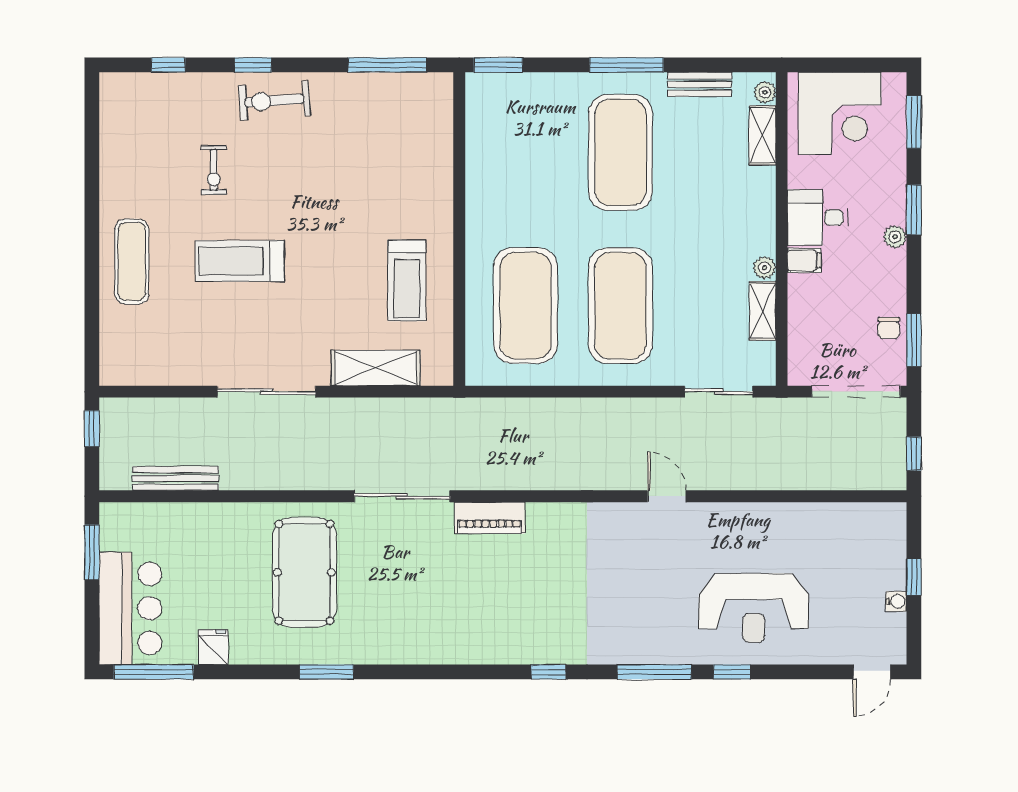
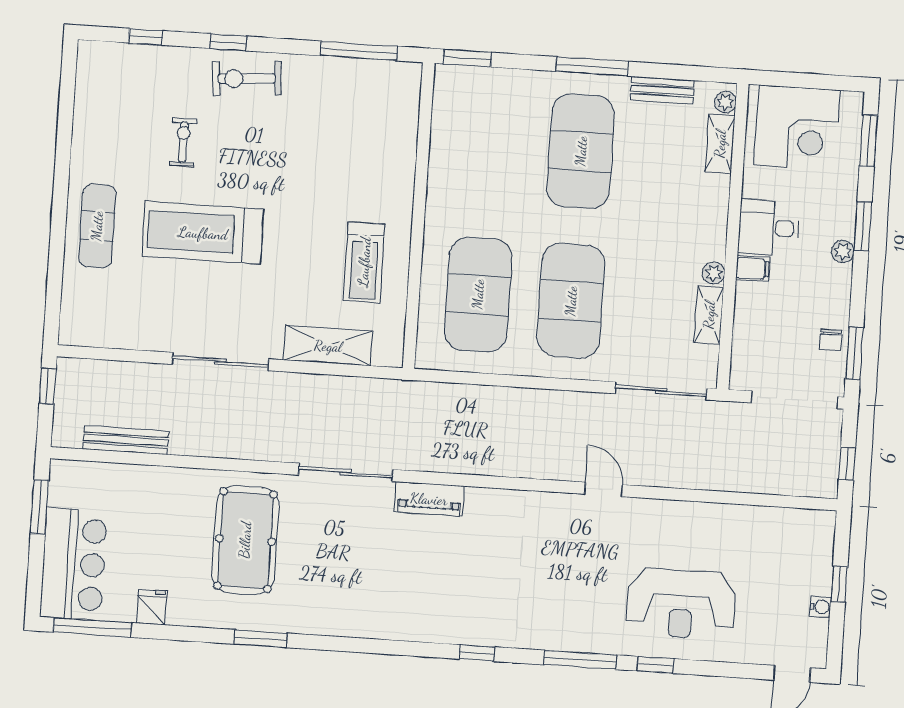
exercise bike: (214, 170) -> (183, 142), turned 180
treadmill: (240, 261) -> (203, 233), width x1.37, depth x1.38
sliding door: (719, 392) -> (661, 391), width x1.37

